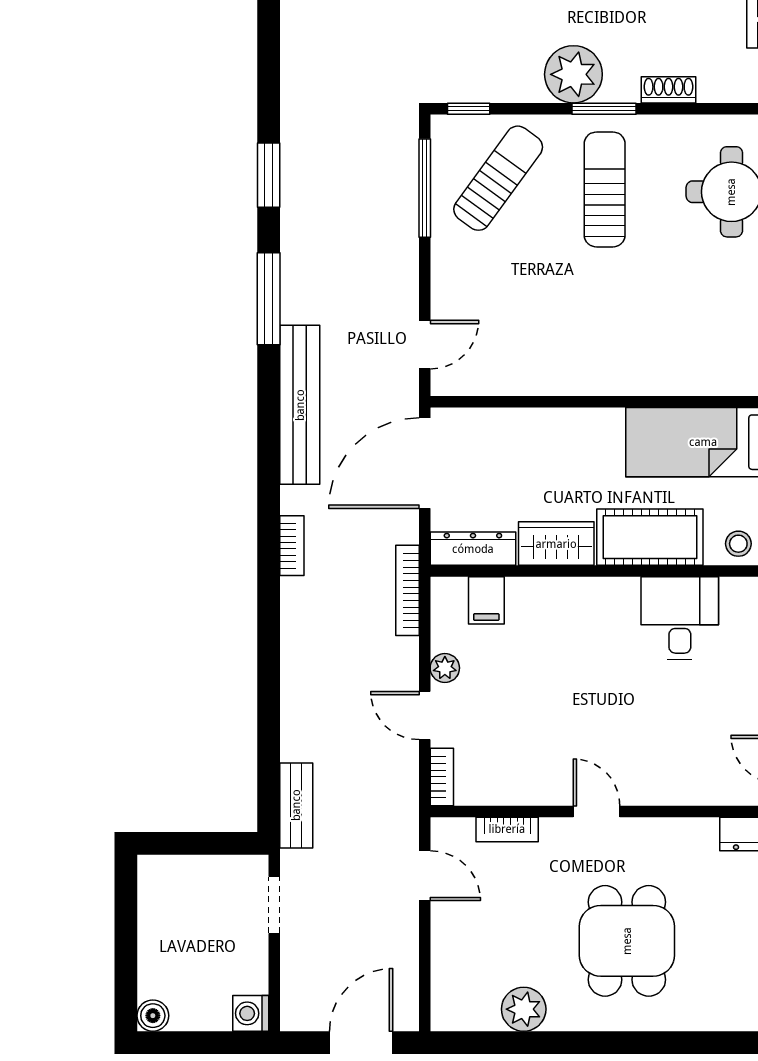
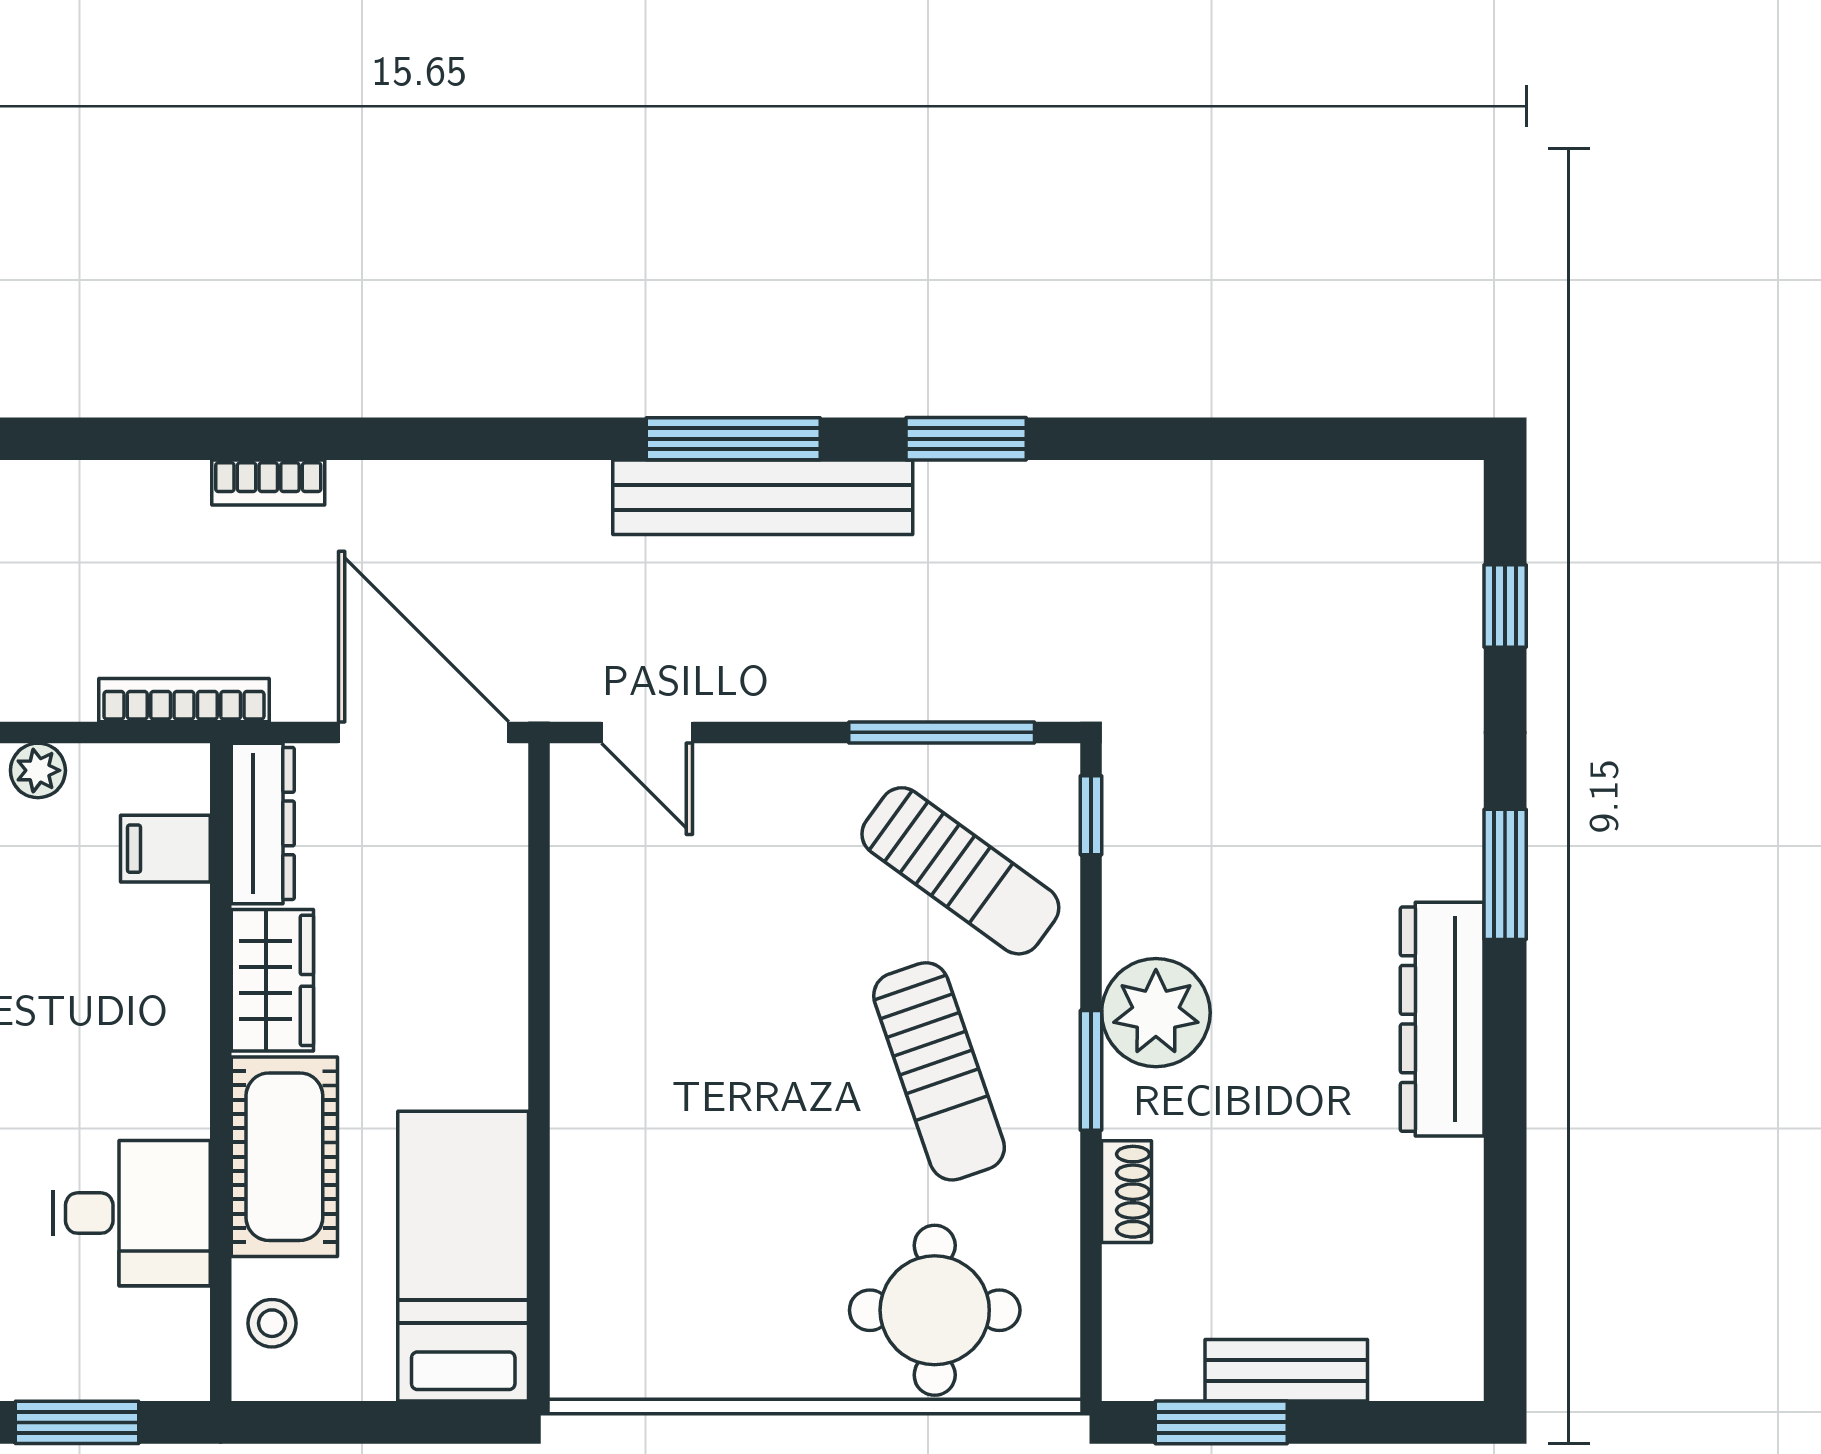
sun lounger: (605, 189) -> (939, 1071), turned 71
bench: (300, 405) -> (763, 497), moved

